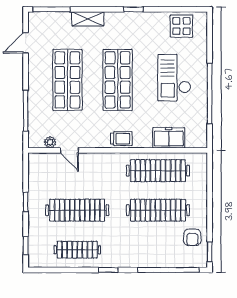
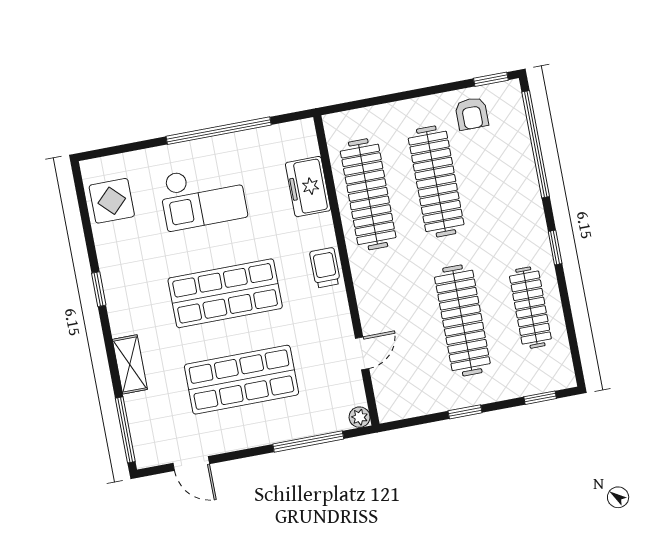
plant: (50, 142) -> (360, 417), moved
armchair: (192, 237) -> (472, 114), turned 90

